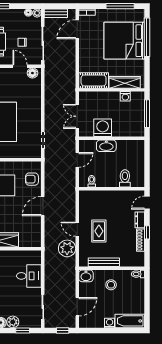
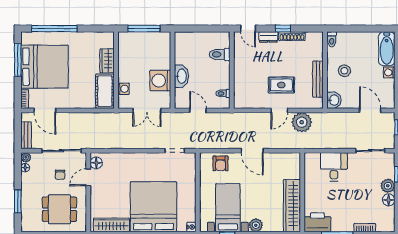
bed: (124, 41) -> (45, 67), moved, turned -90
wardrobe: (125, 82) -> (107, 61), width x0.67
washing machine: (125, 96) -> (124, 89), moved

